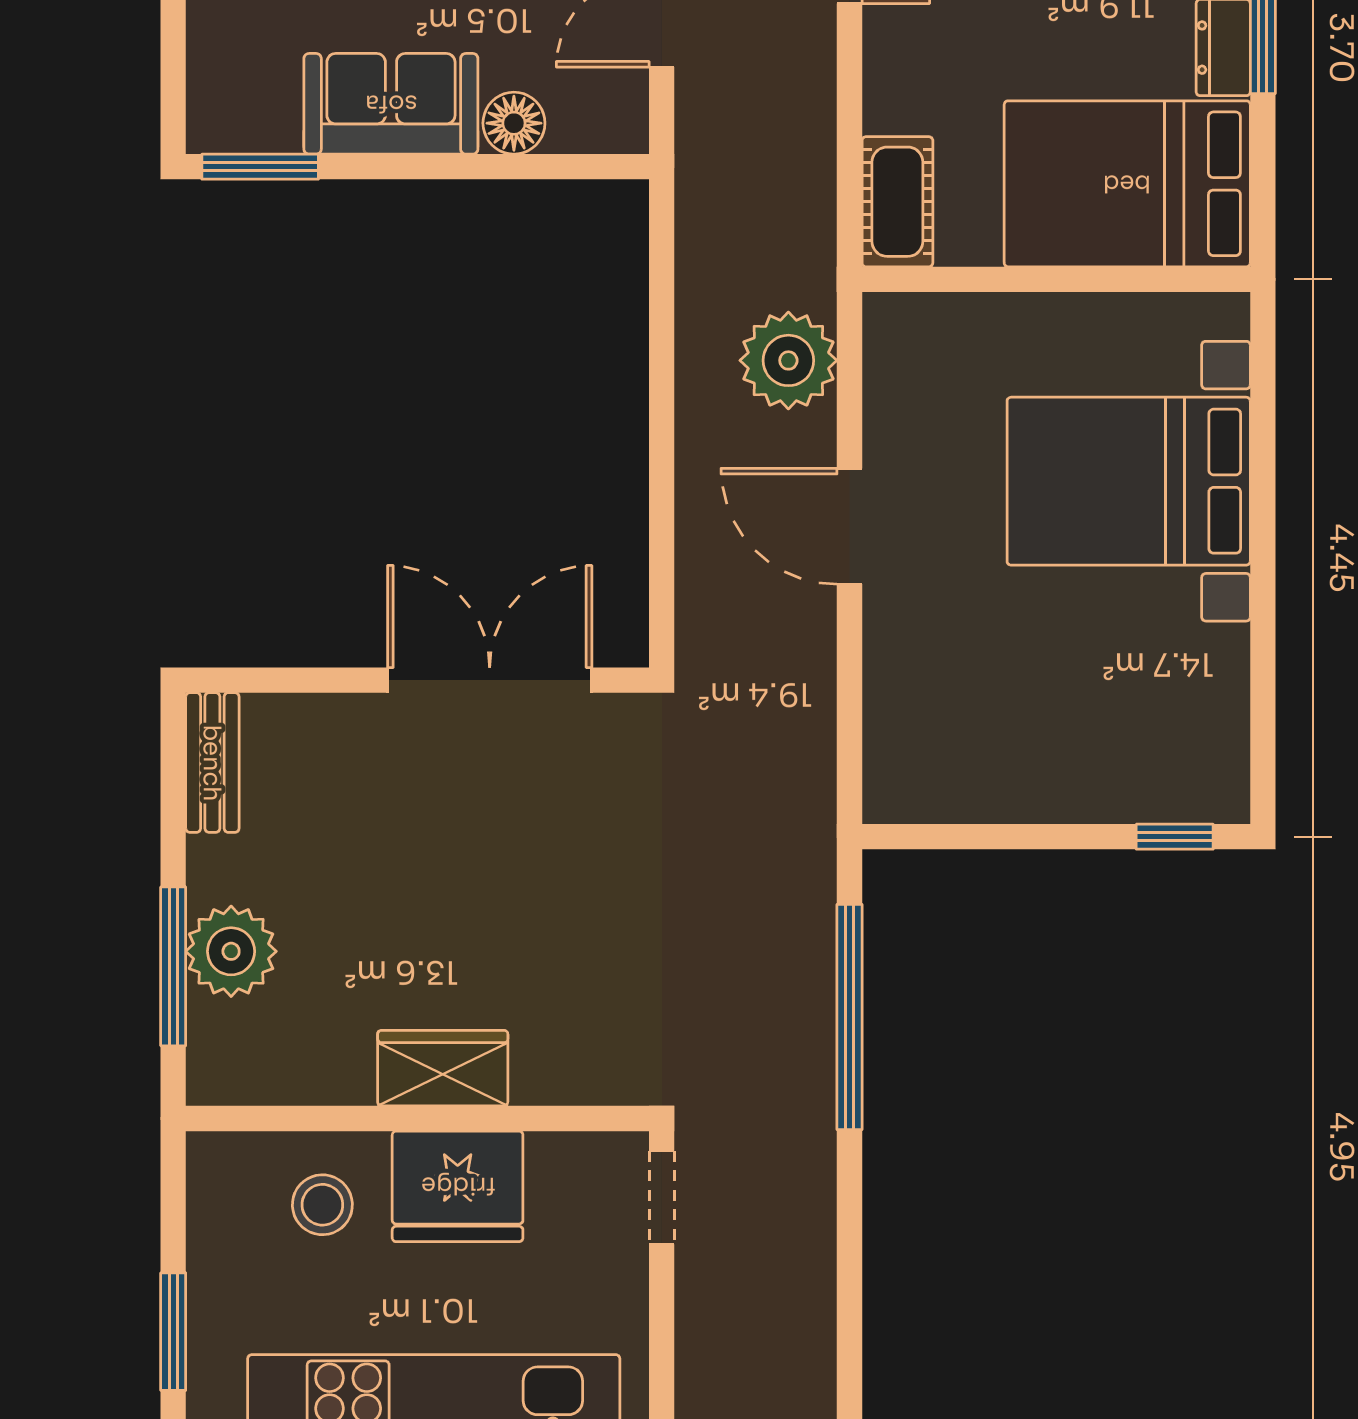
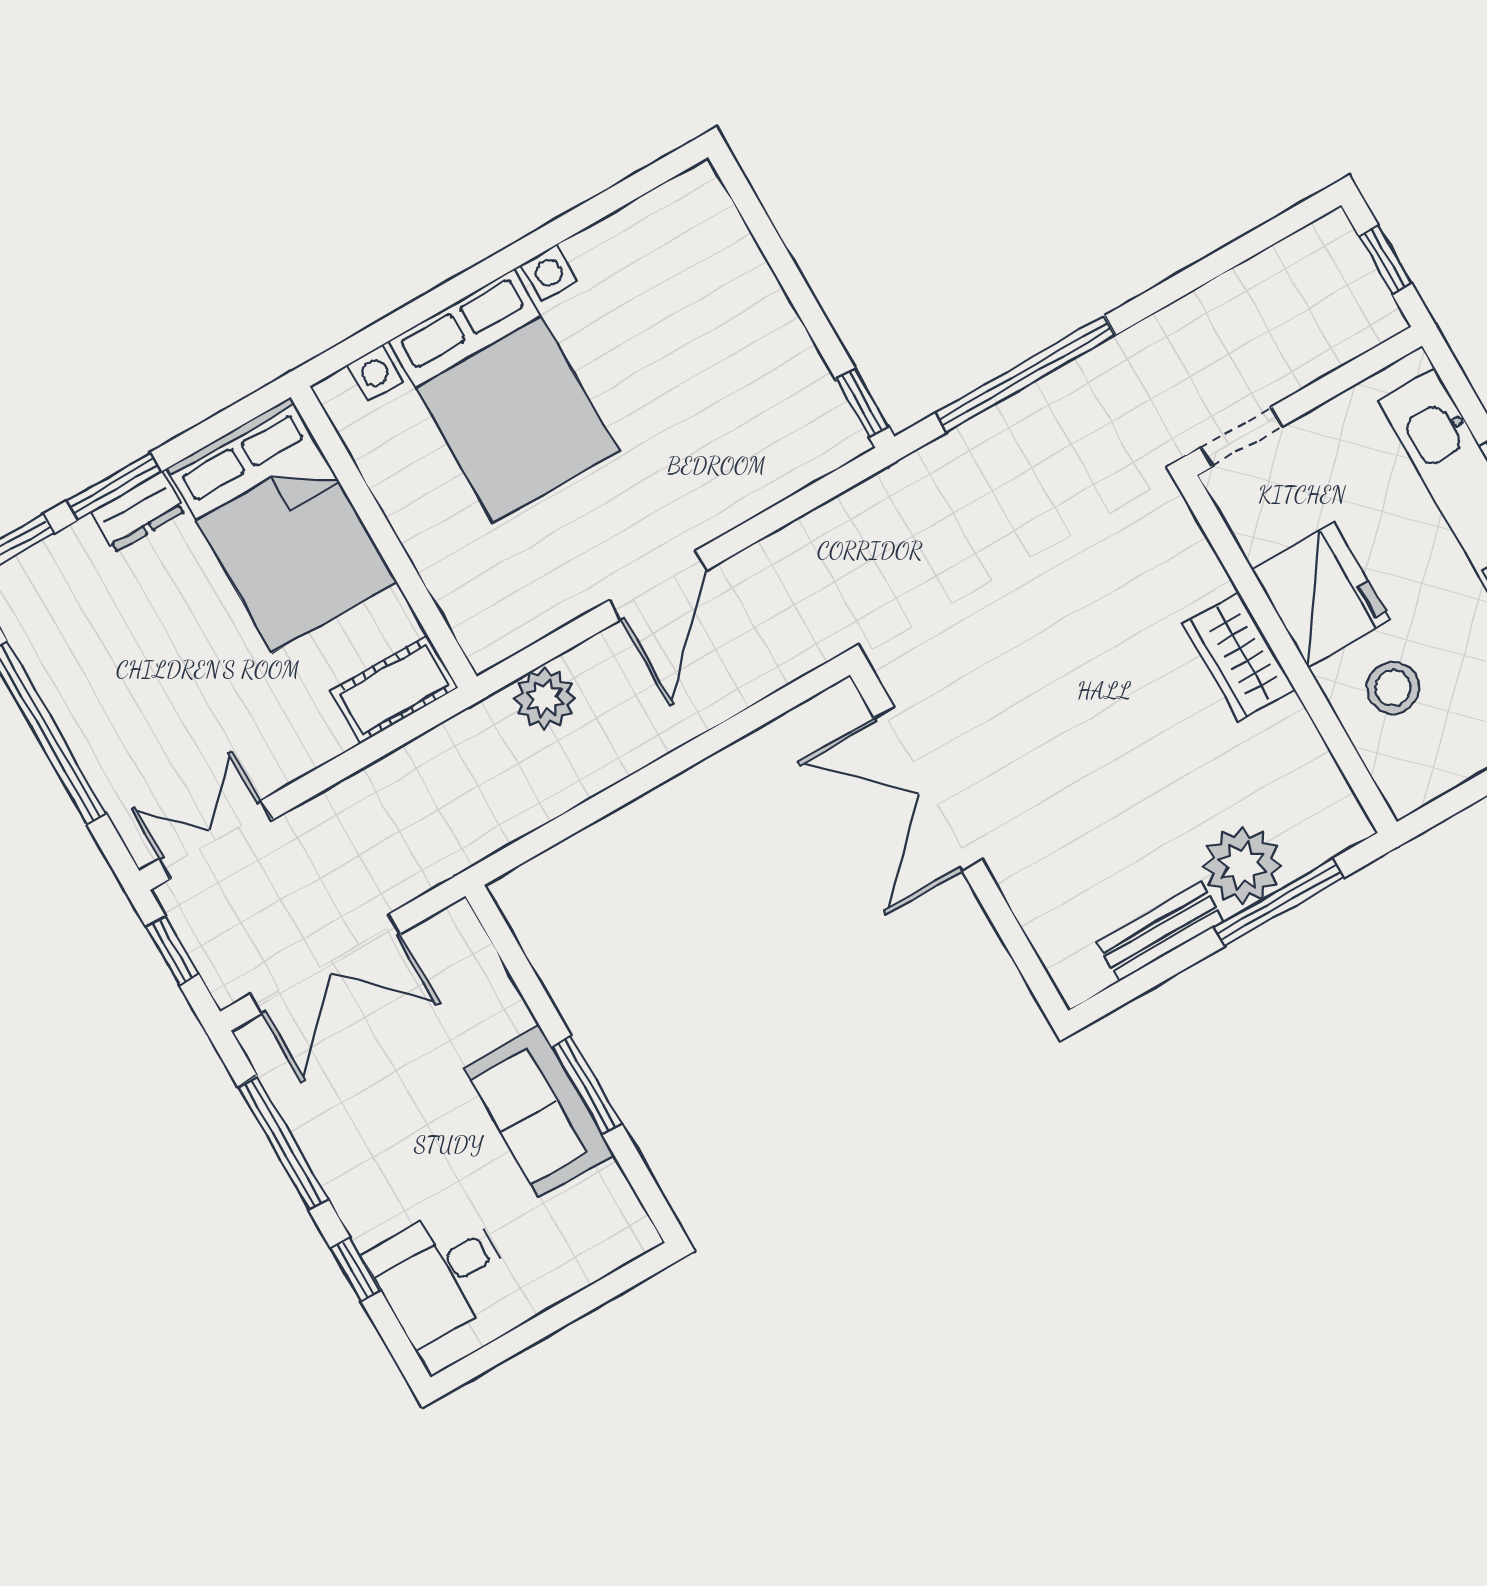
floor lamp: (514, 123) -> (500, 1010), removed
window: (260, 167) -> (587, 1085), moved
plant: (788, 360) -> (545, 698), width x0.73, depth x0.73
bench: (212, 763) -> (1160, 931), moved
window: (1175, 837) -> (862, 403), moved

